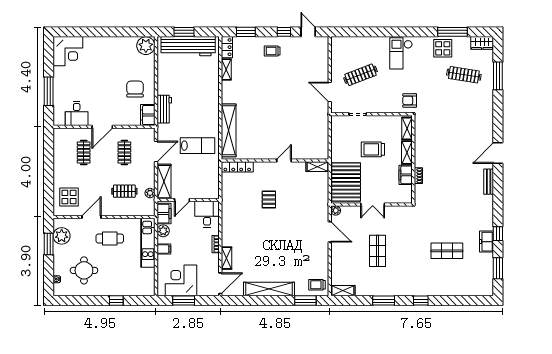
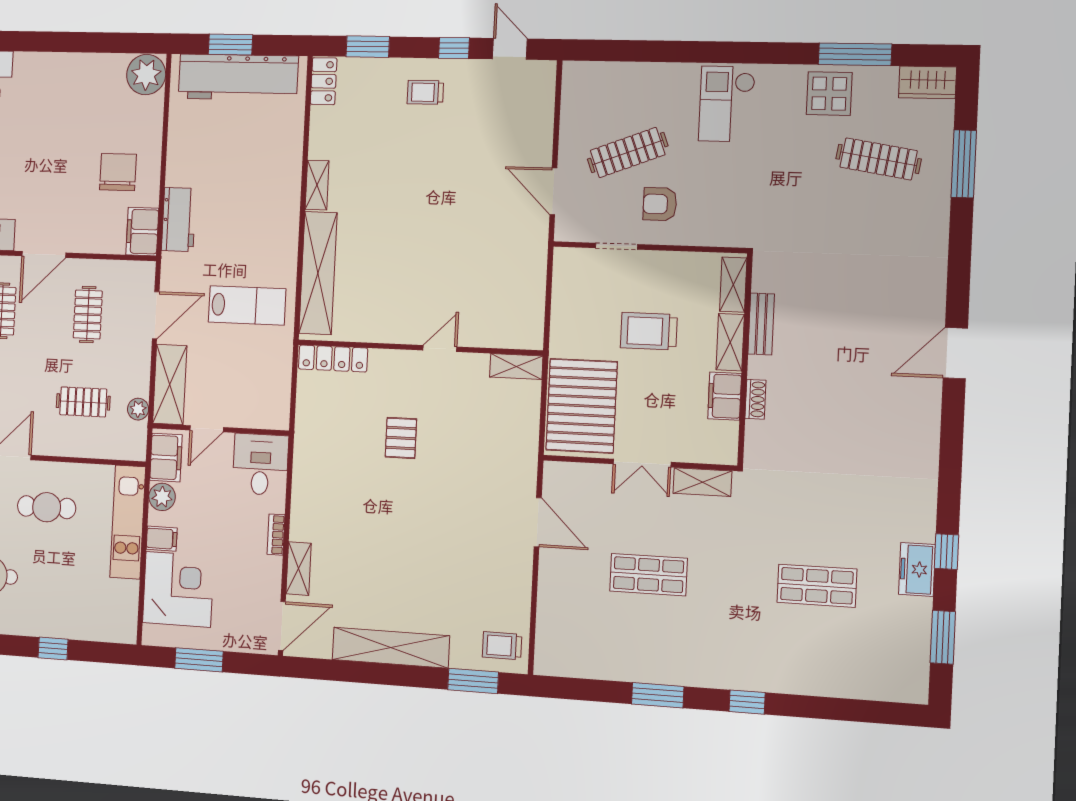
shelving: (226, 70) -> (317, 185), moved
armchair: (410, 100) -> (660, 204), moved
bench: (489, 182) -> (761, 324), moved
plant: (336, 210) -> (554, 472), removed
shop shelf: (378, 251) -> (649, 575), turned 90
corner desk: (181, 280) -> (178, 589), moved, turned 90
shelving: (343, 291) -> (703, 482), moved

